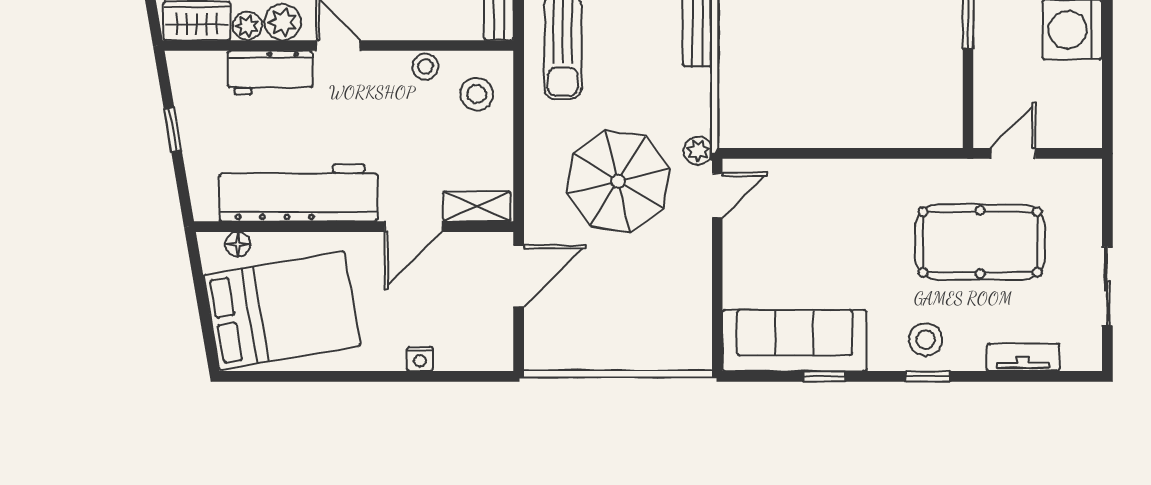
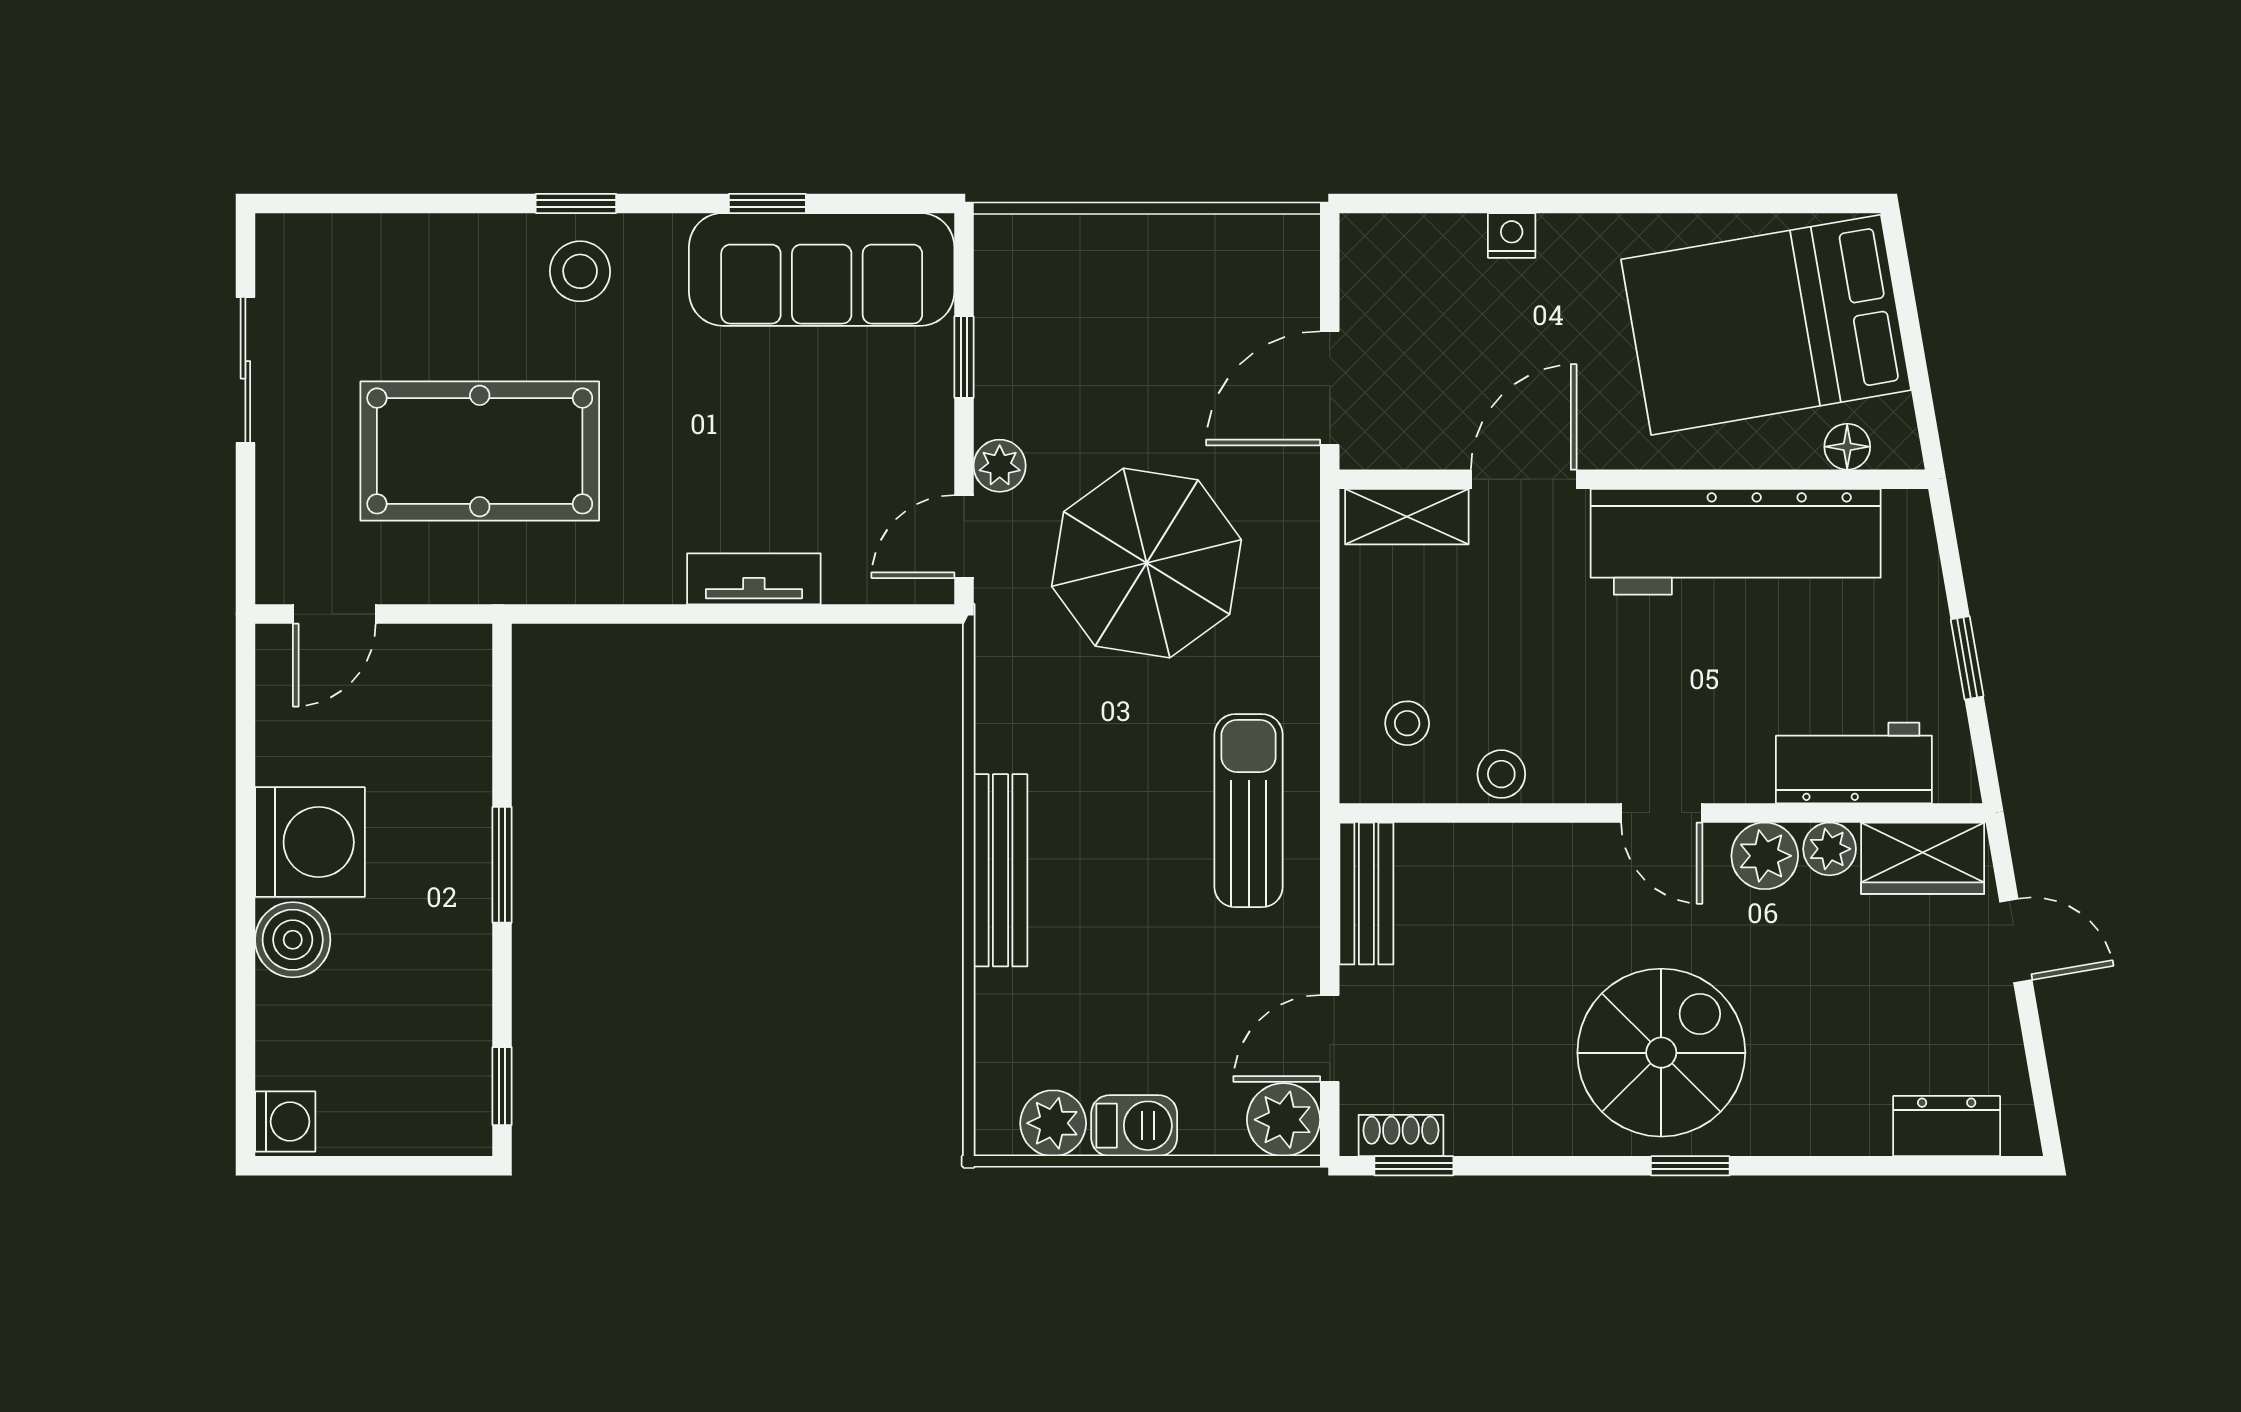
workbench: (270, 73) -> (1854, 763), moved
stool: (477, 94) -> (1407, 723), width x0.73, depth x0.73
plant: (698, 151) -> (1000, 466), moved
door: (1013, 153) -> (334, 614), moved
window: (717, 293) -> (964, 357), added
tv unit: (1023, 357) -> (754, 579), moved, turned 180

